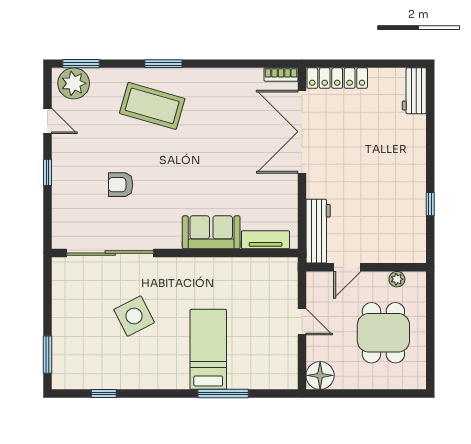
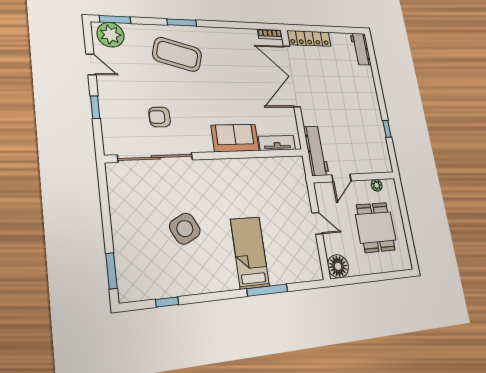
sofa: (211, 232) -> (235, 138), moved
tv unit: (266, 240) -> (277, 143), moved
sliding door: (110, 253) -> (156, 157), moved
wall: (175, 253) -> (209, 156), moved

